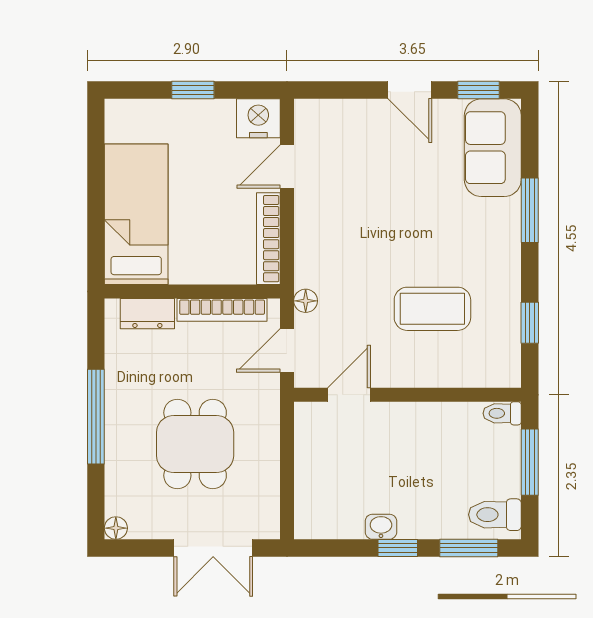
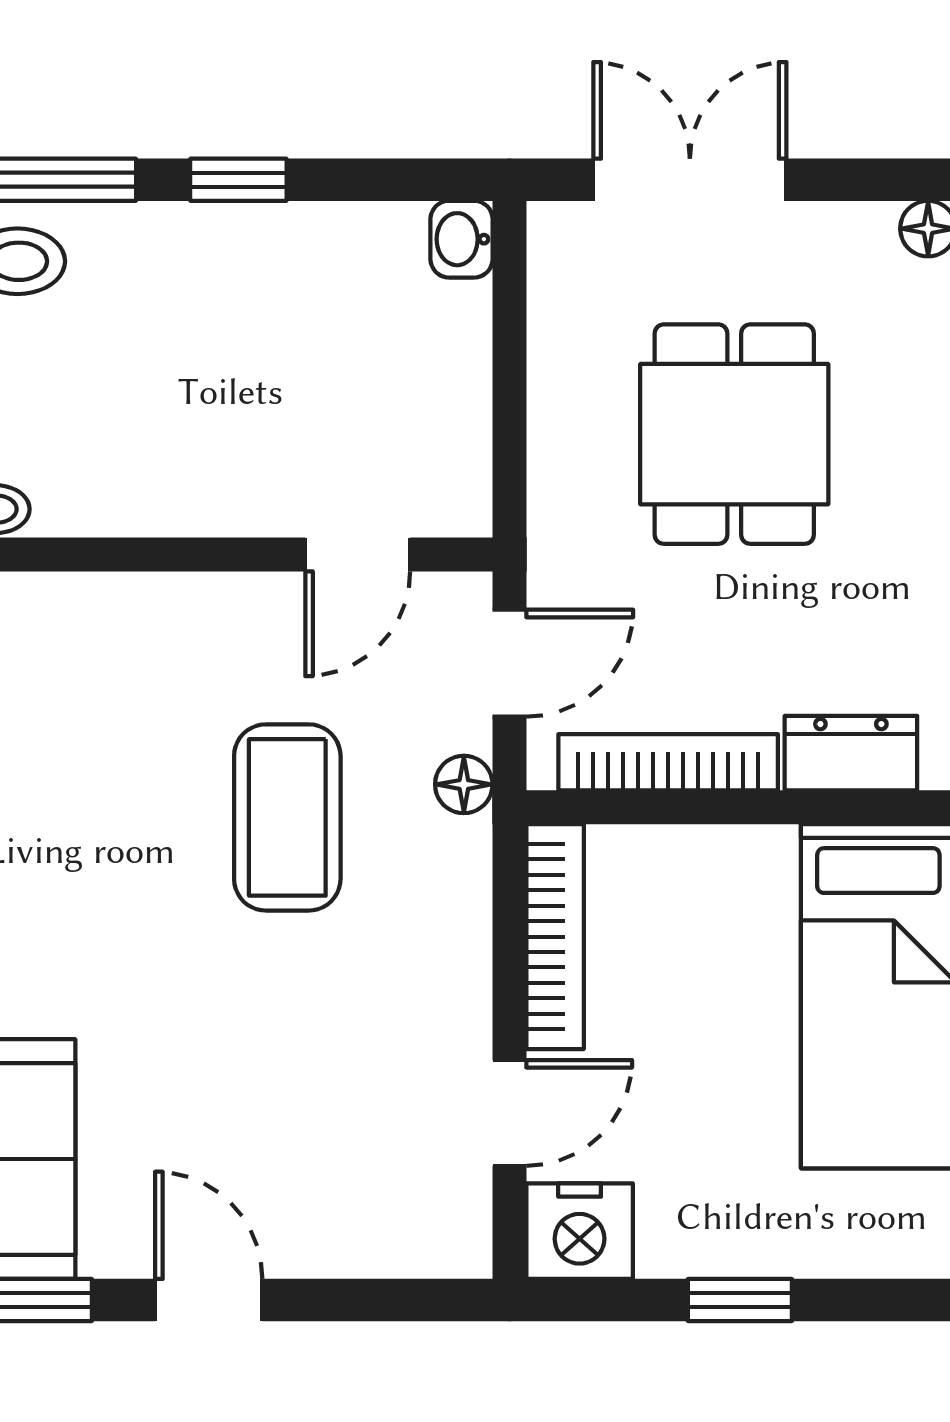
coffee table: (432, 309) -> (287, 817), moved, turned 90
washbasin: (381, 527) -> (462, 239), moved, turned 90

